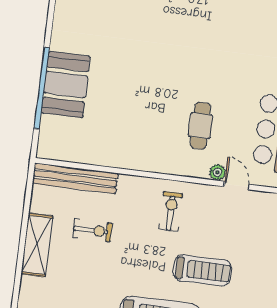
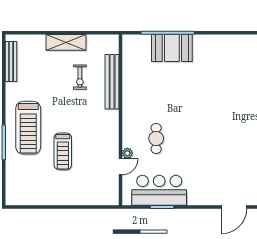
cafe table: (200, 126) -> (156, 138), turned 90
bench: (75, 178) -> (112, 82), moved
exercise bike: (171, 211) -> (98, 126), removed

